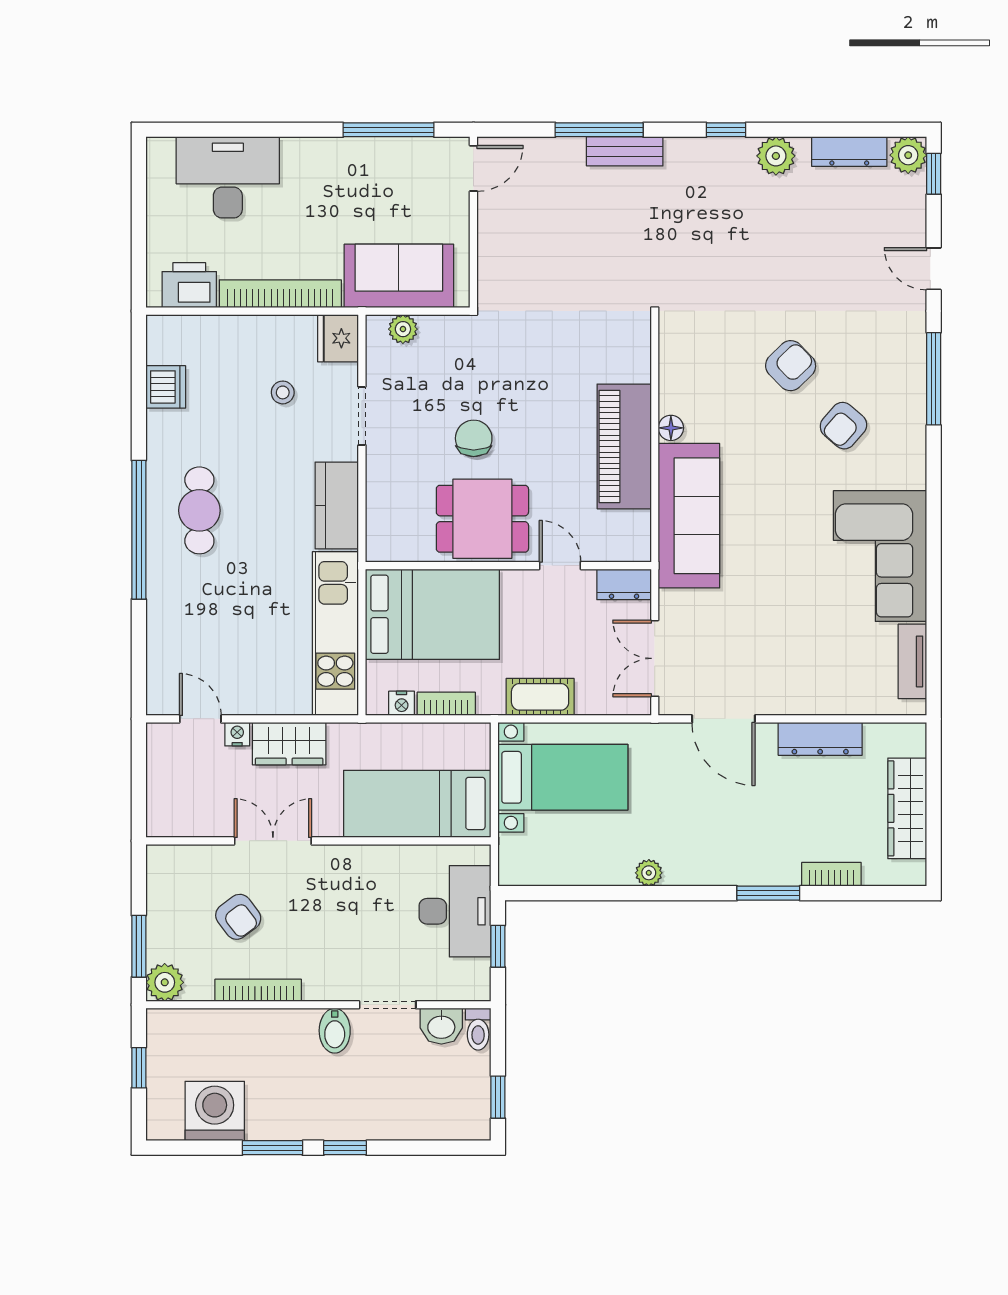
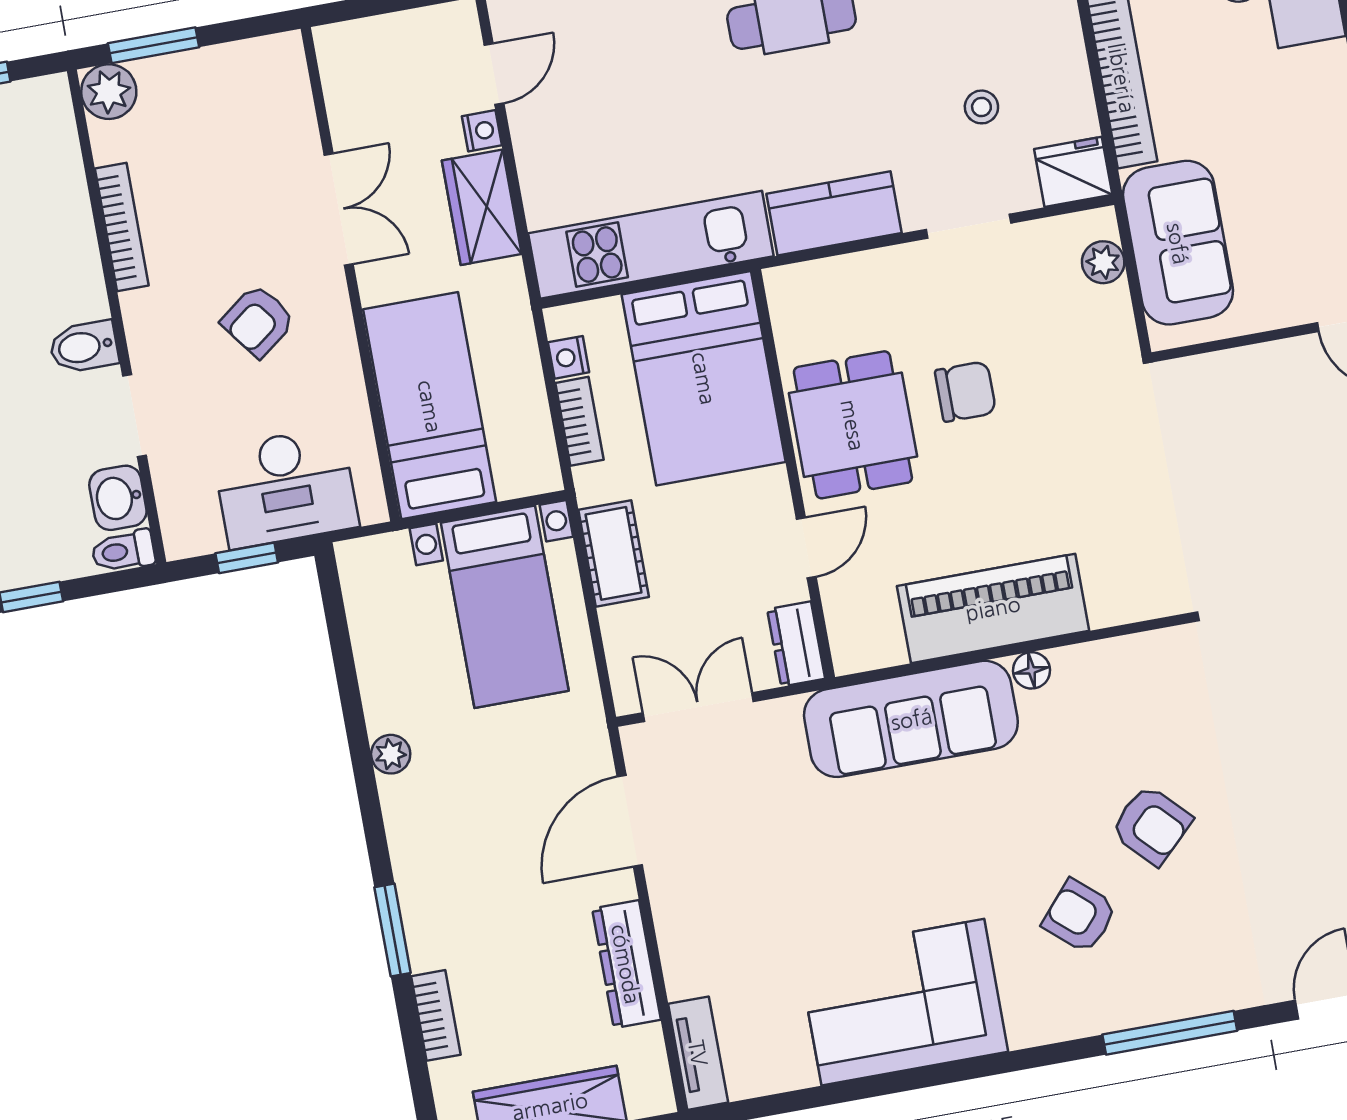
tv unit: (912, 661) -> (698, 1053), moved, turned 90
armchair: (238, 917) -> (258, 321), moved

